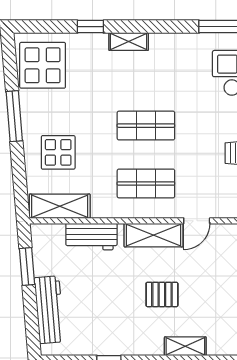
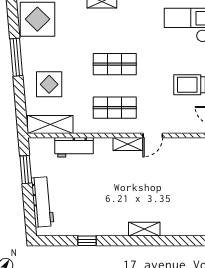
shelving: (154, 235) -> (128, 144), width x0.67, depth x0.75
pallet: (162, 294) -> (127, 191), removed

